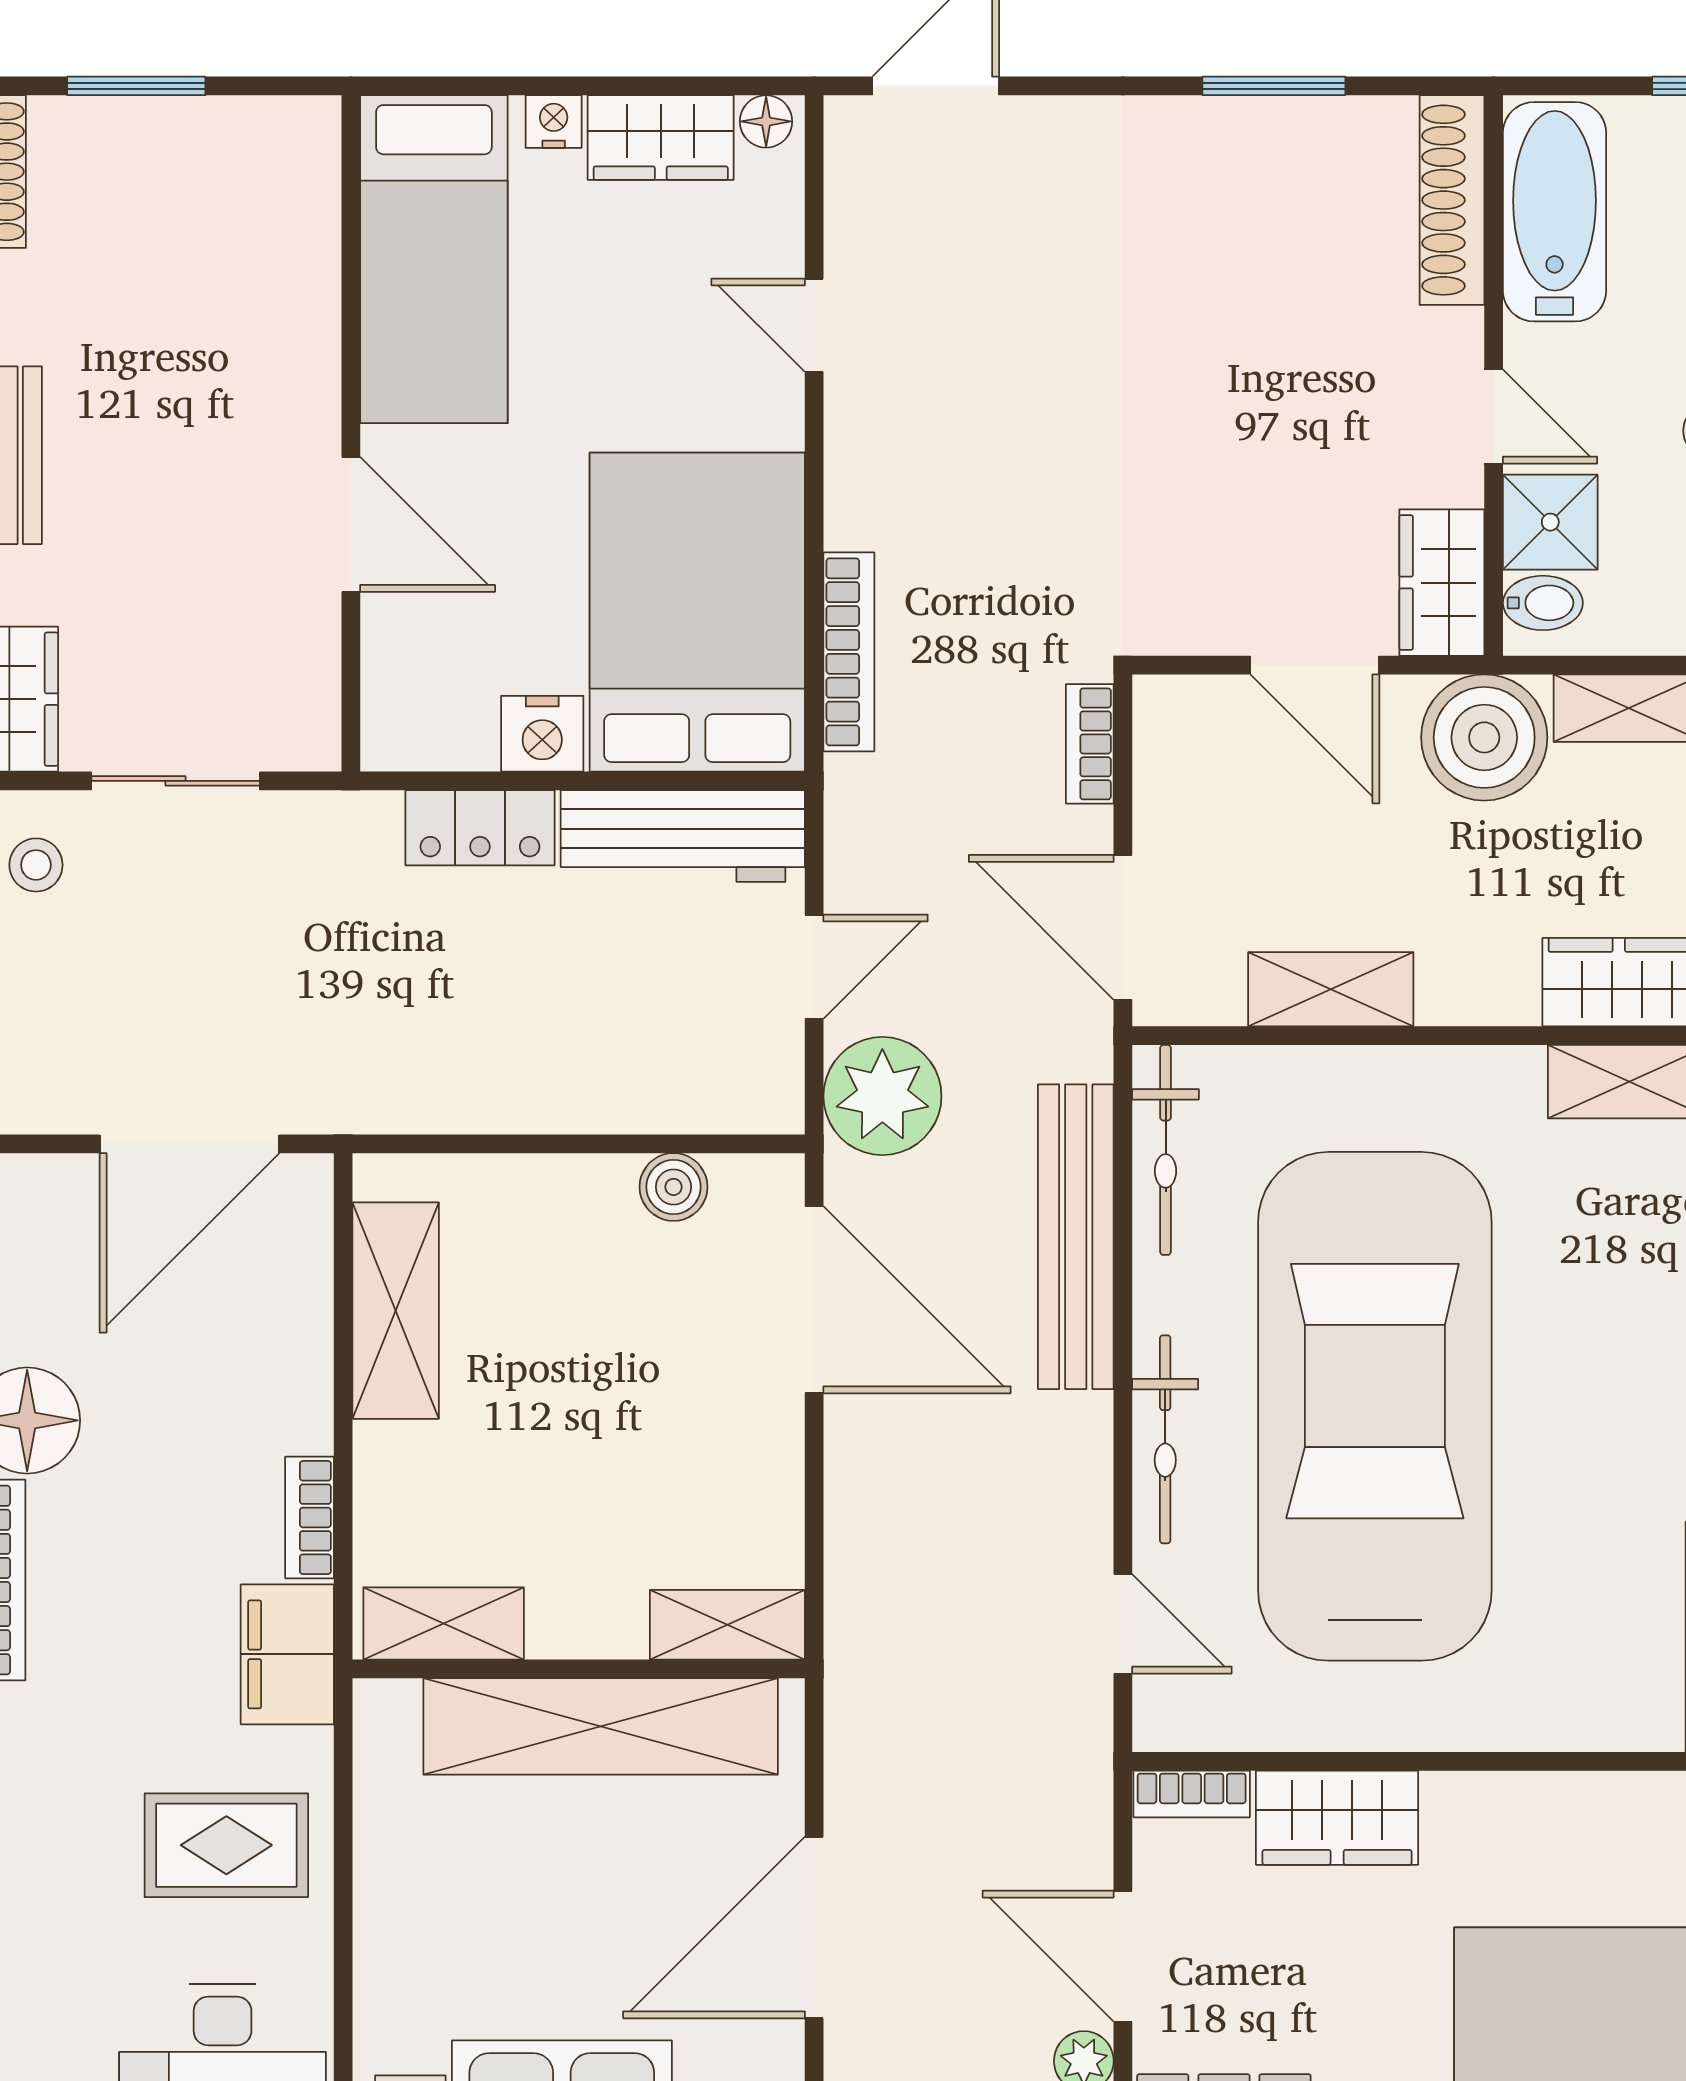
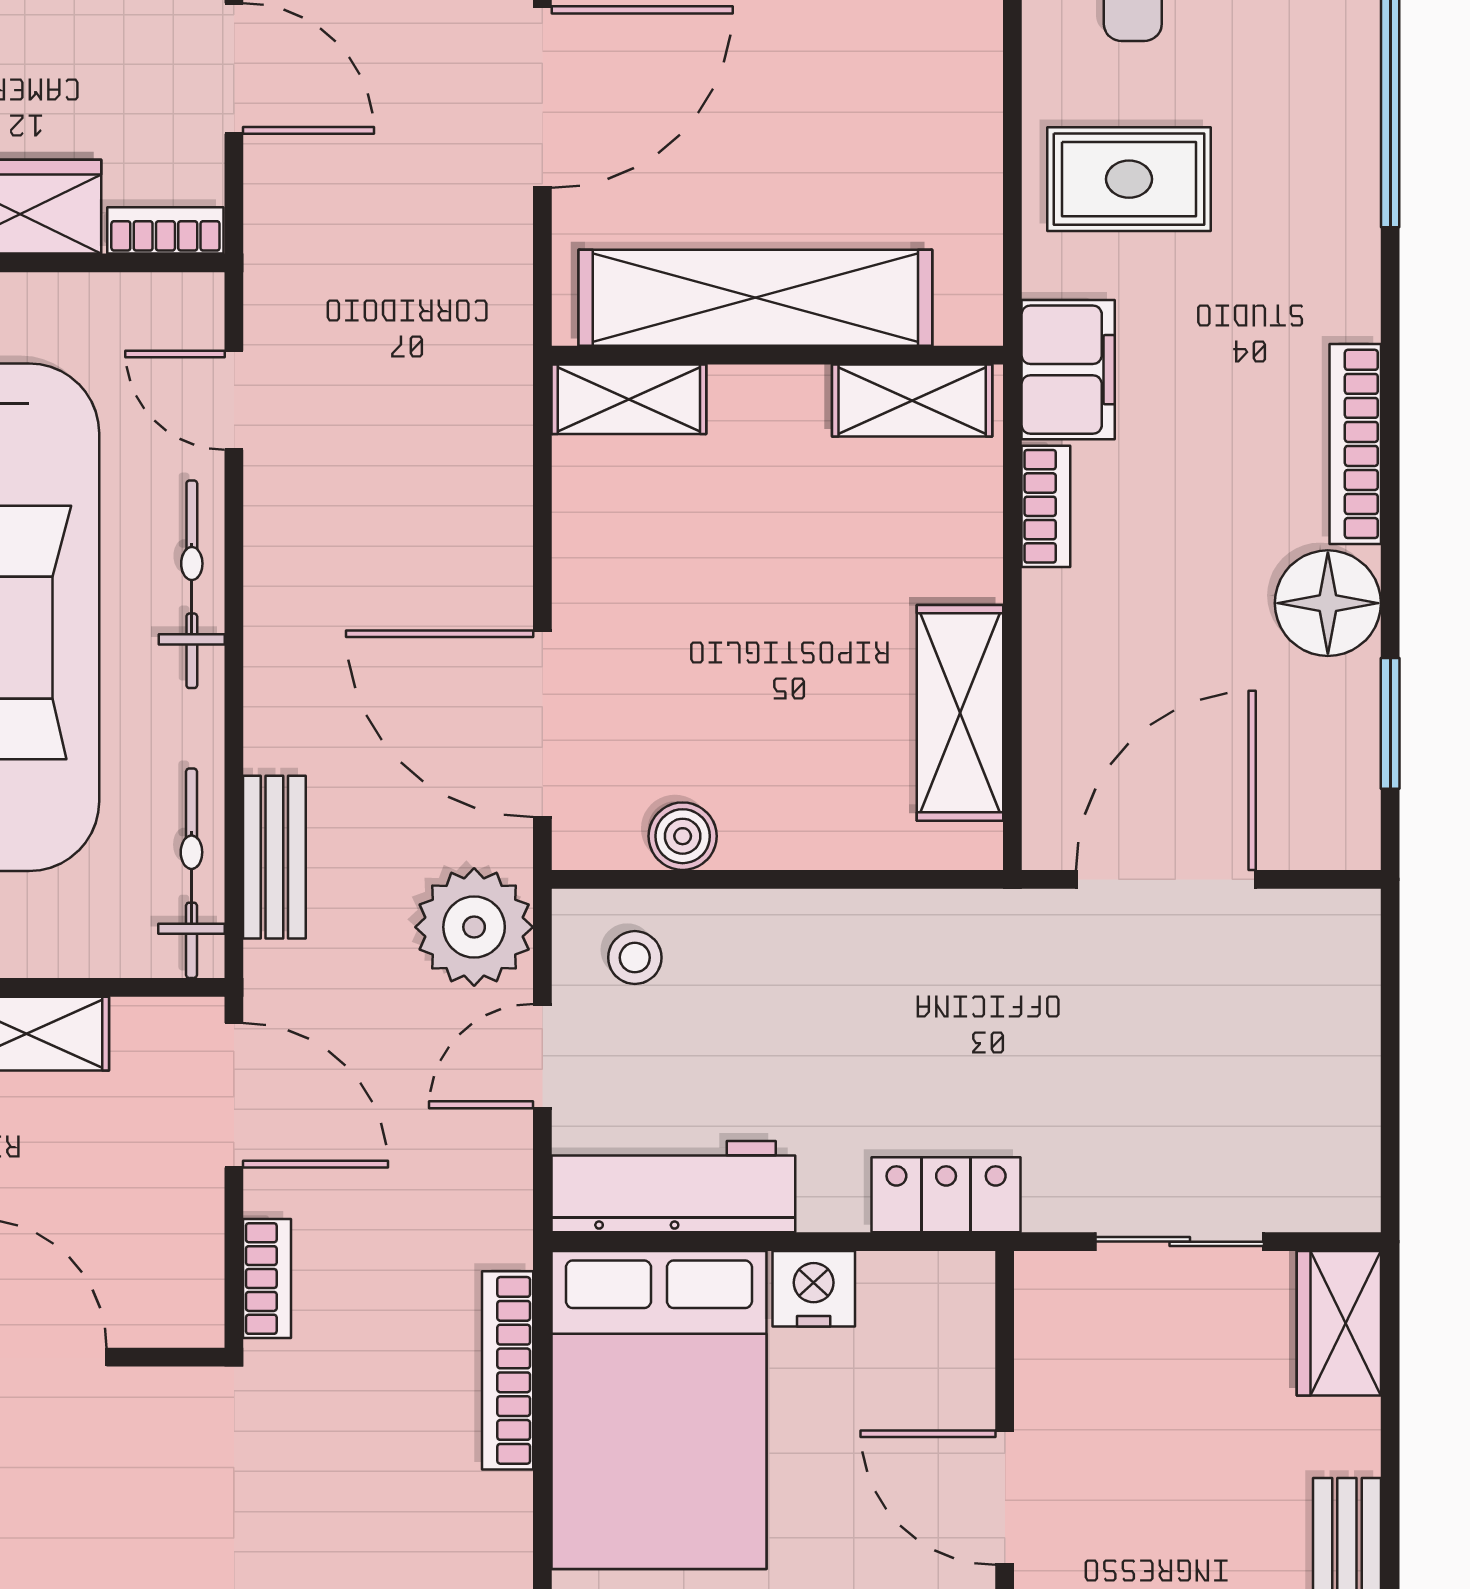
locker: (480, 828) -> (946, 1195), moved
stool: (36, 865) -> (635, 958), moved
bench: (1076, 1237) -> (274, 857), width x0.54, depth x0.82

